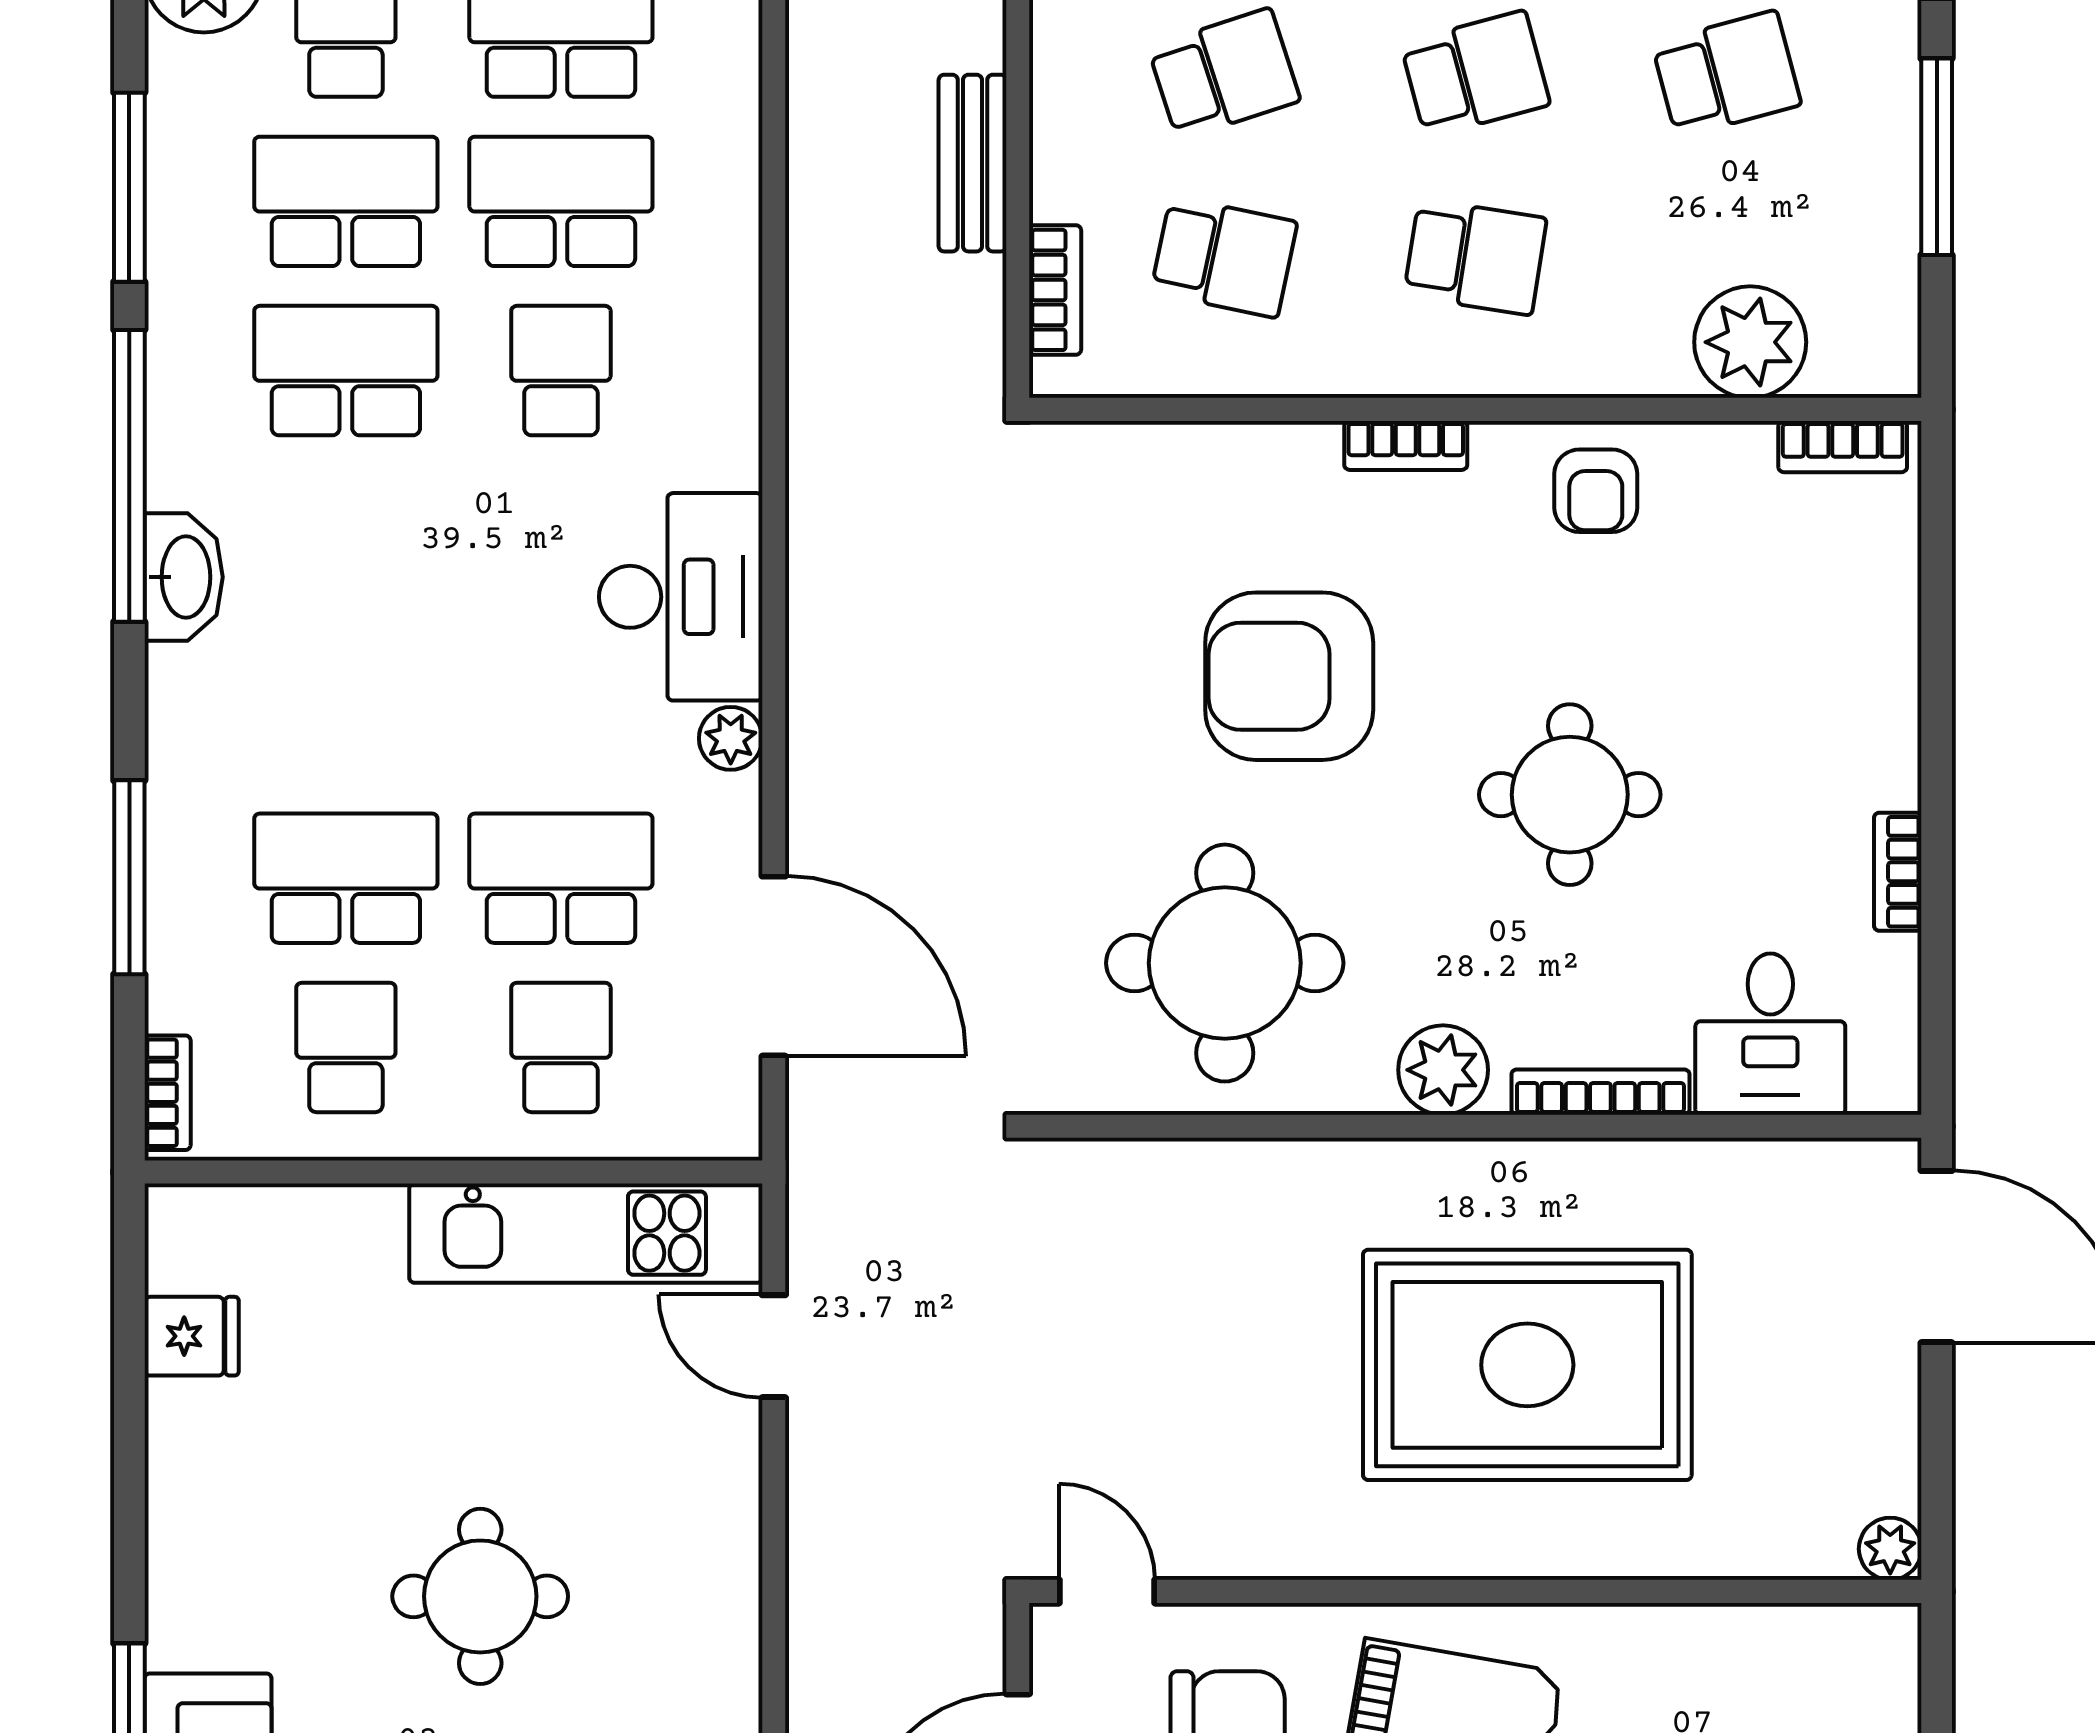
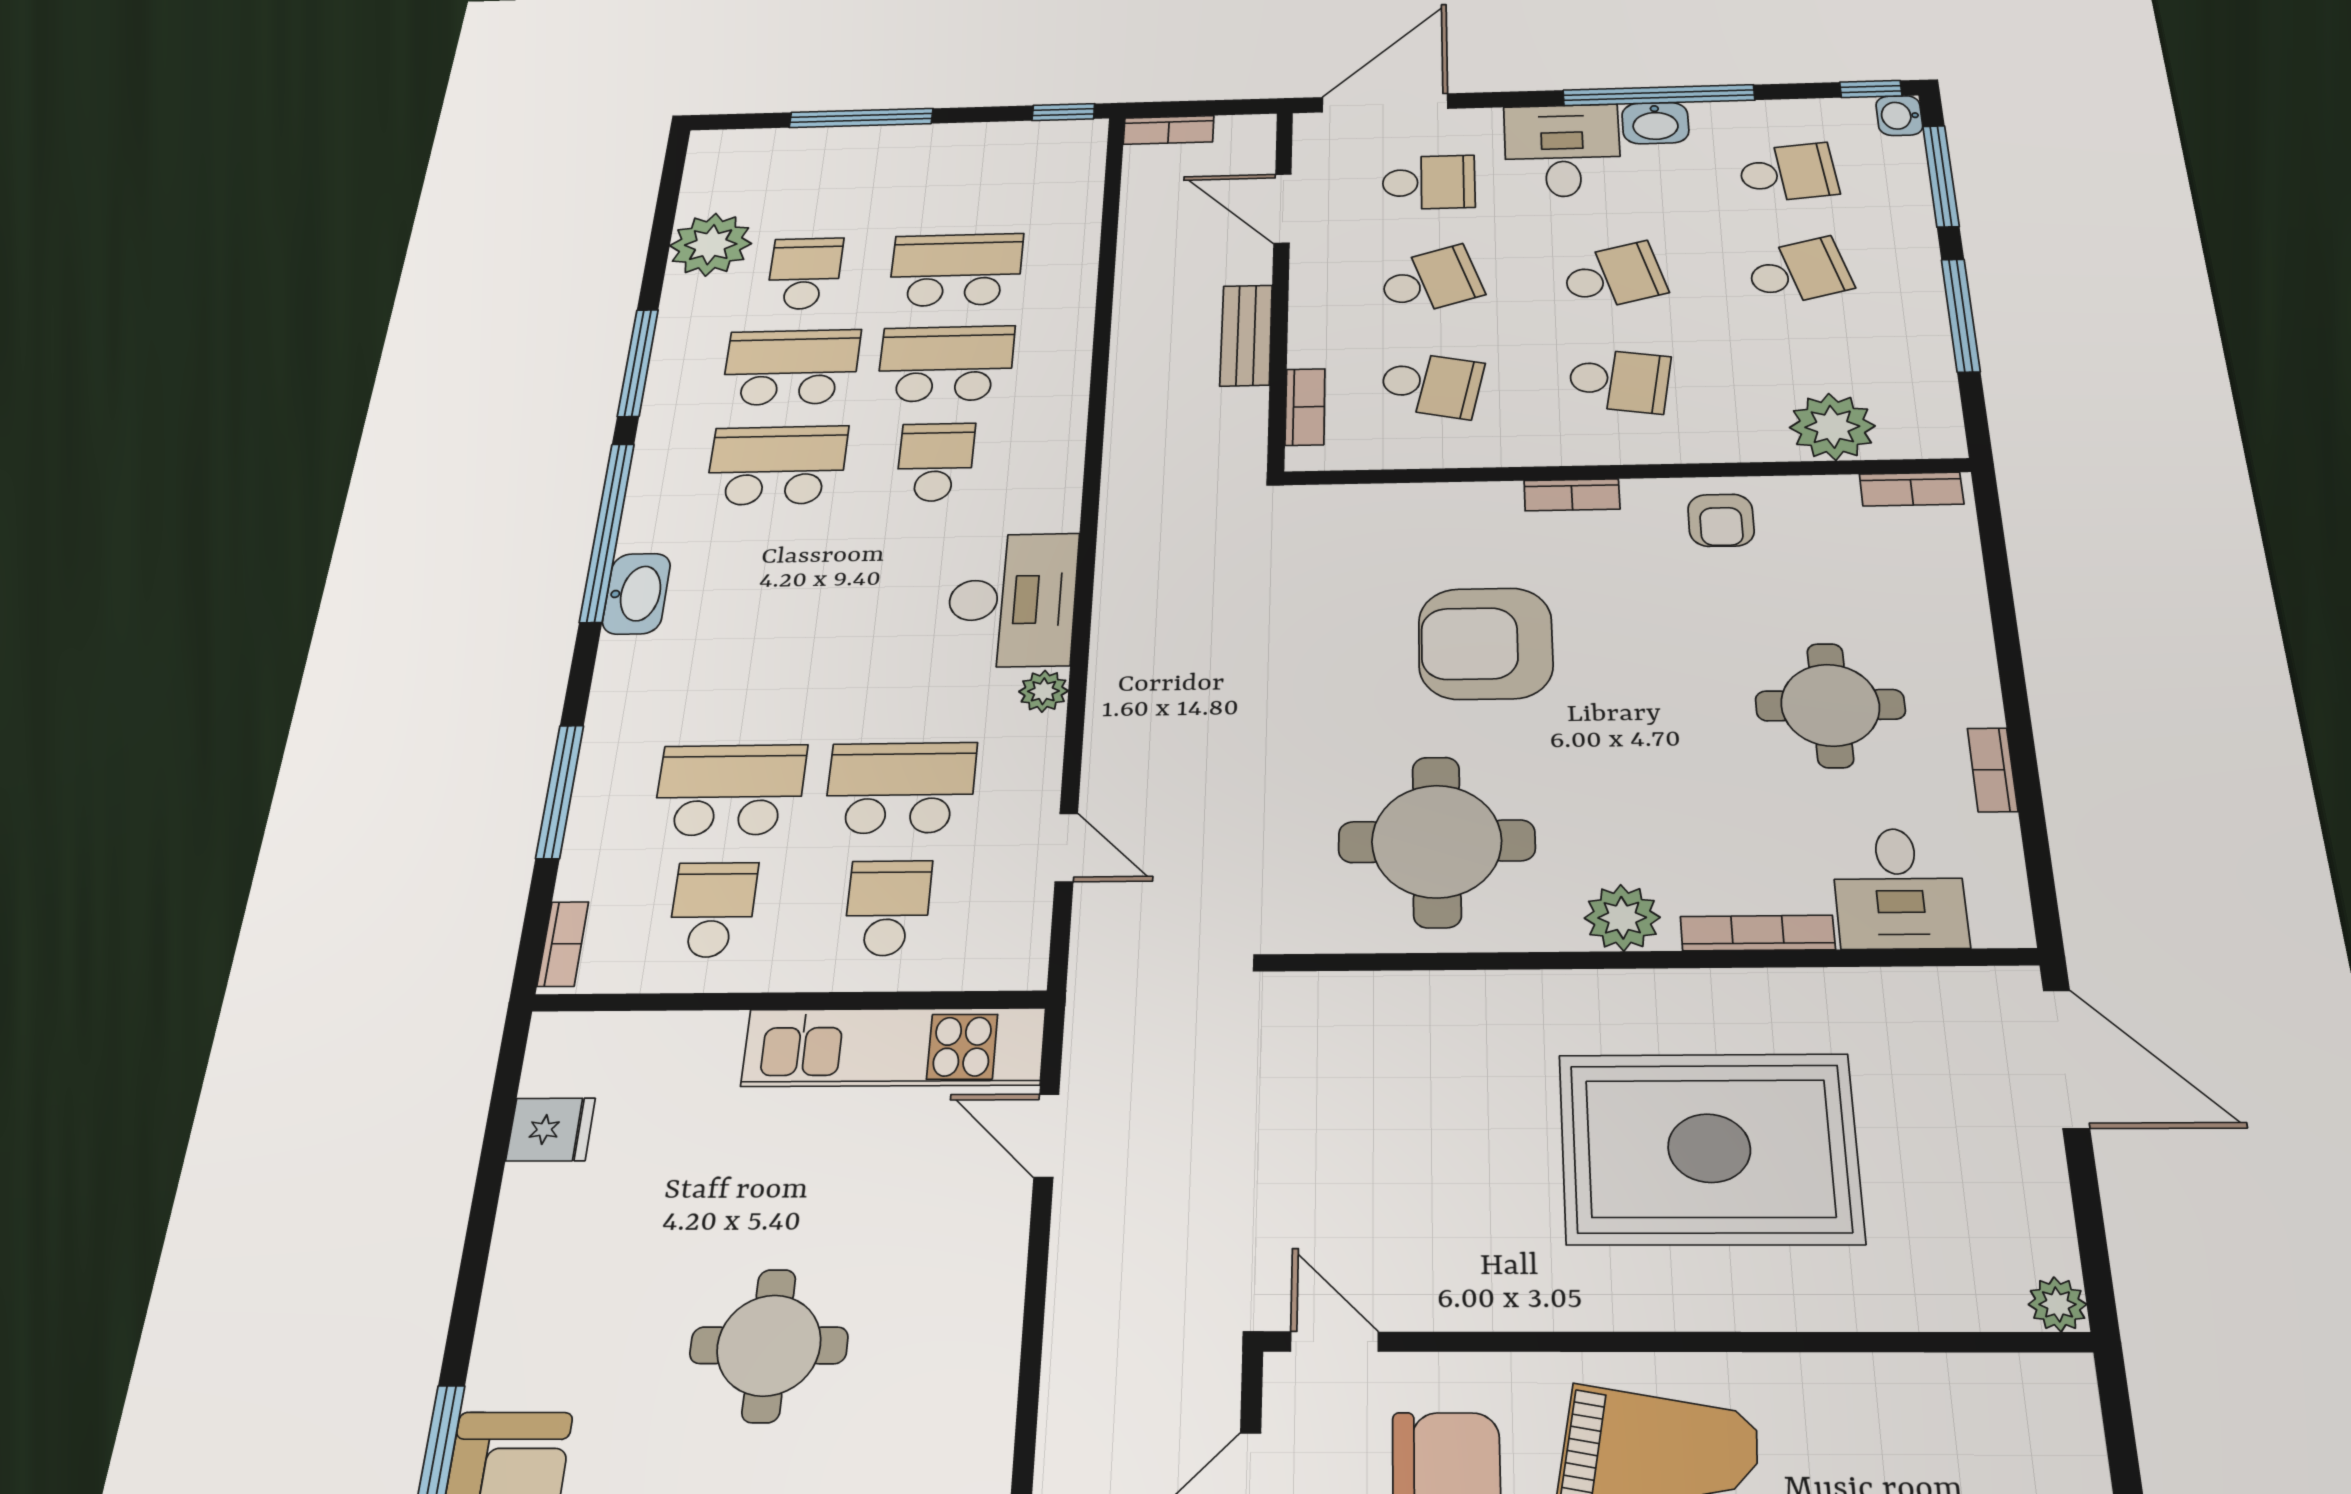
round table: (1570, 795) -> (1830, 705), moved
door: (774, 966) -> (1066, 847), width x0.53

